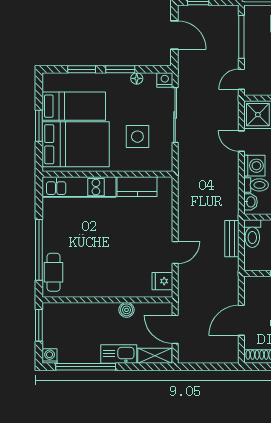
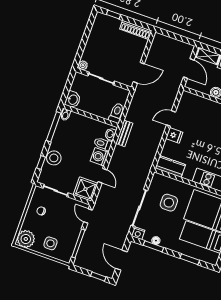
window: (120, 69) -> (153, 246), moved
door: (241, 79) -> (88, 216), swing flipped
kitchen counter: (137, 187) -> (170, 166), moved
bench: (232, 239) -> (124, 133), moved
fridge: (162, 281) -> (174, 135), moved
door: (241, 320) -> (139, 73), moved

